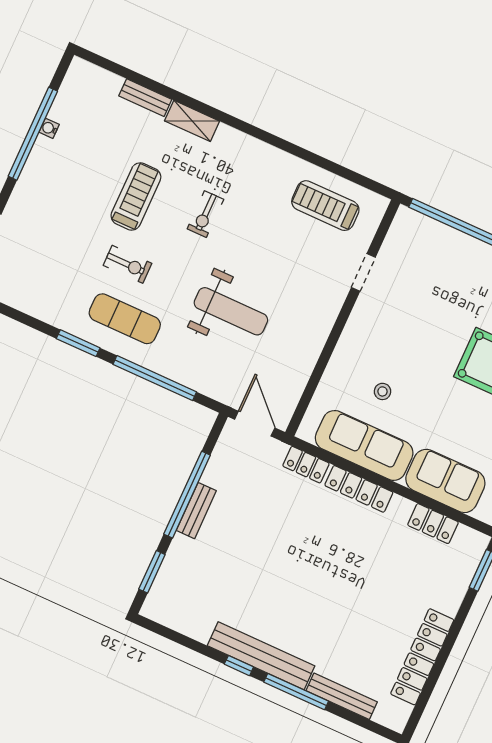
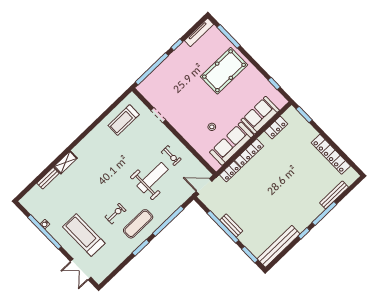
treadmill: (136, 196) -> (84, 235), moved, width x1.37, depth x1.38
exercise bike: (205, 214) -> (171, 156), moved
bench: (261, 656) -> (279, 246), moved

